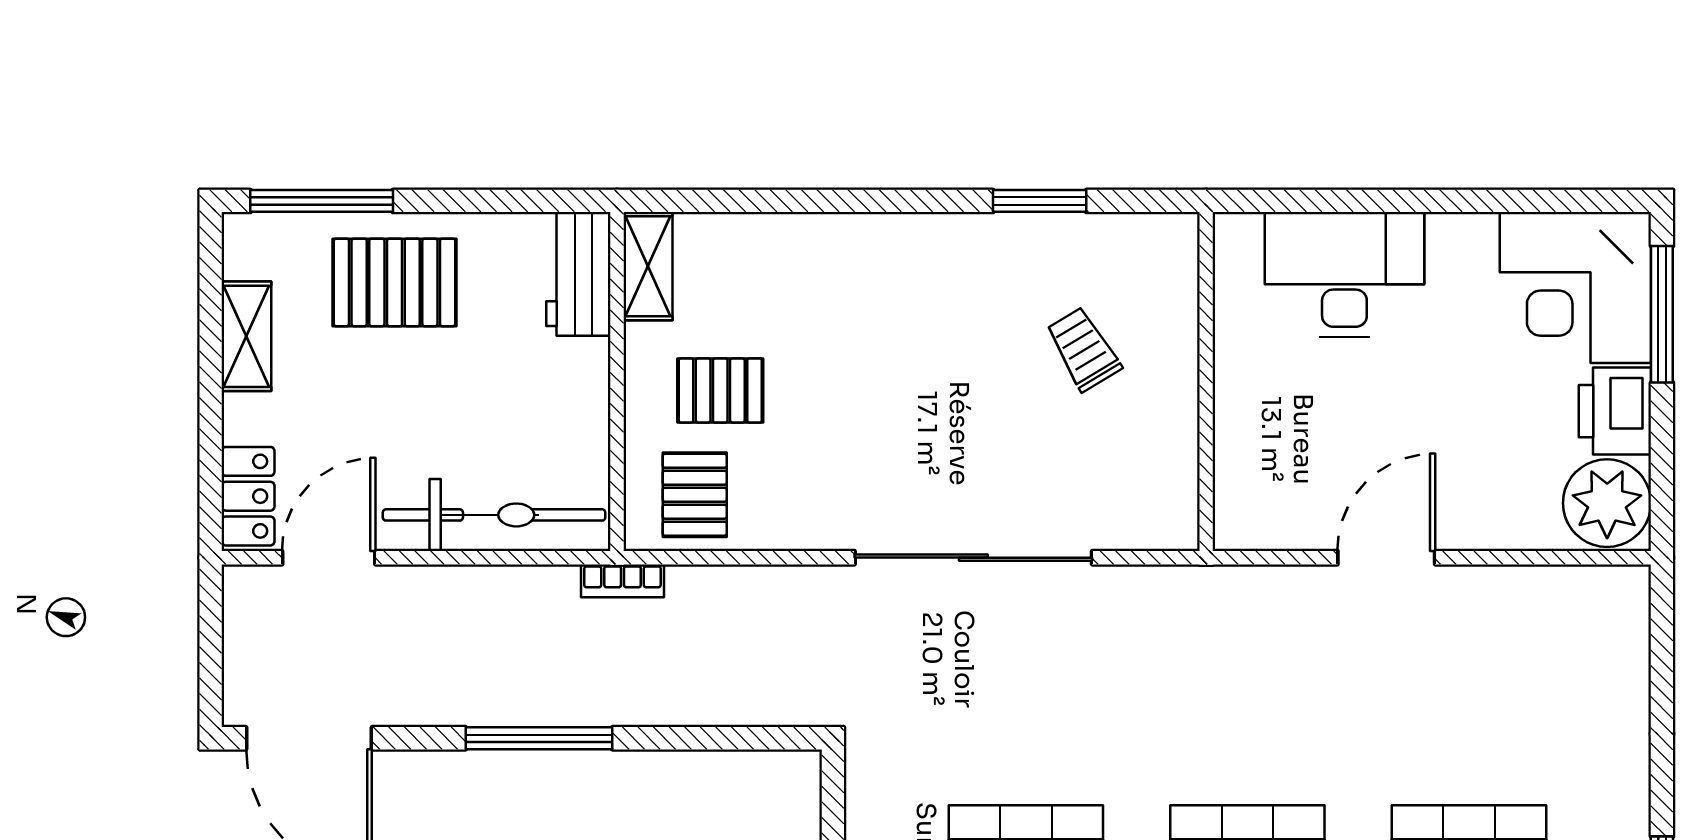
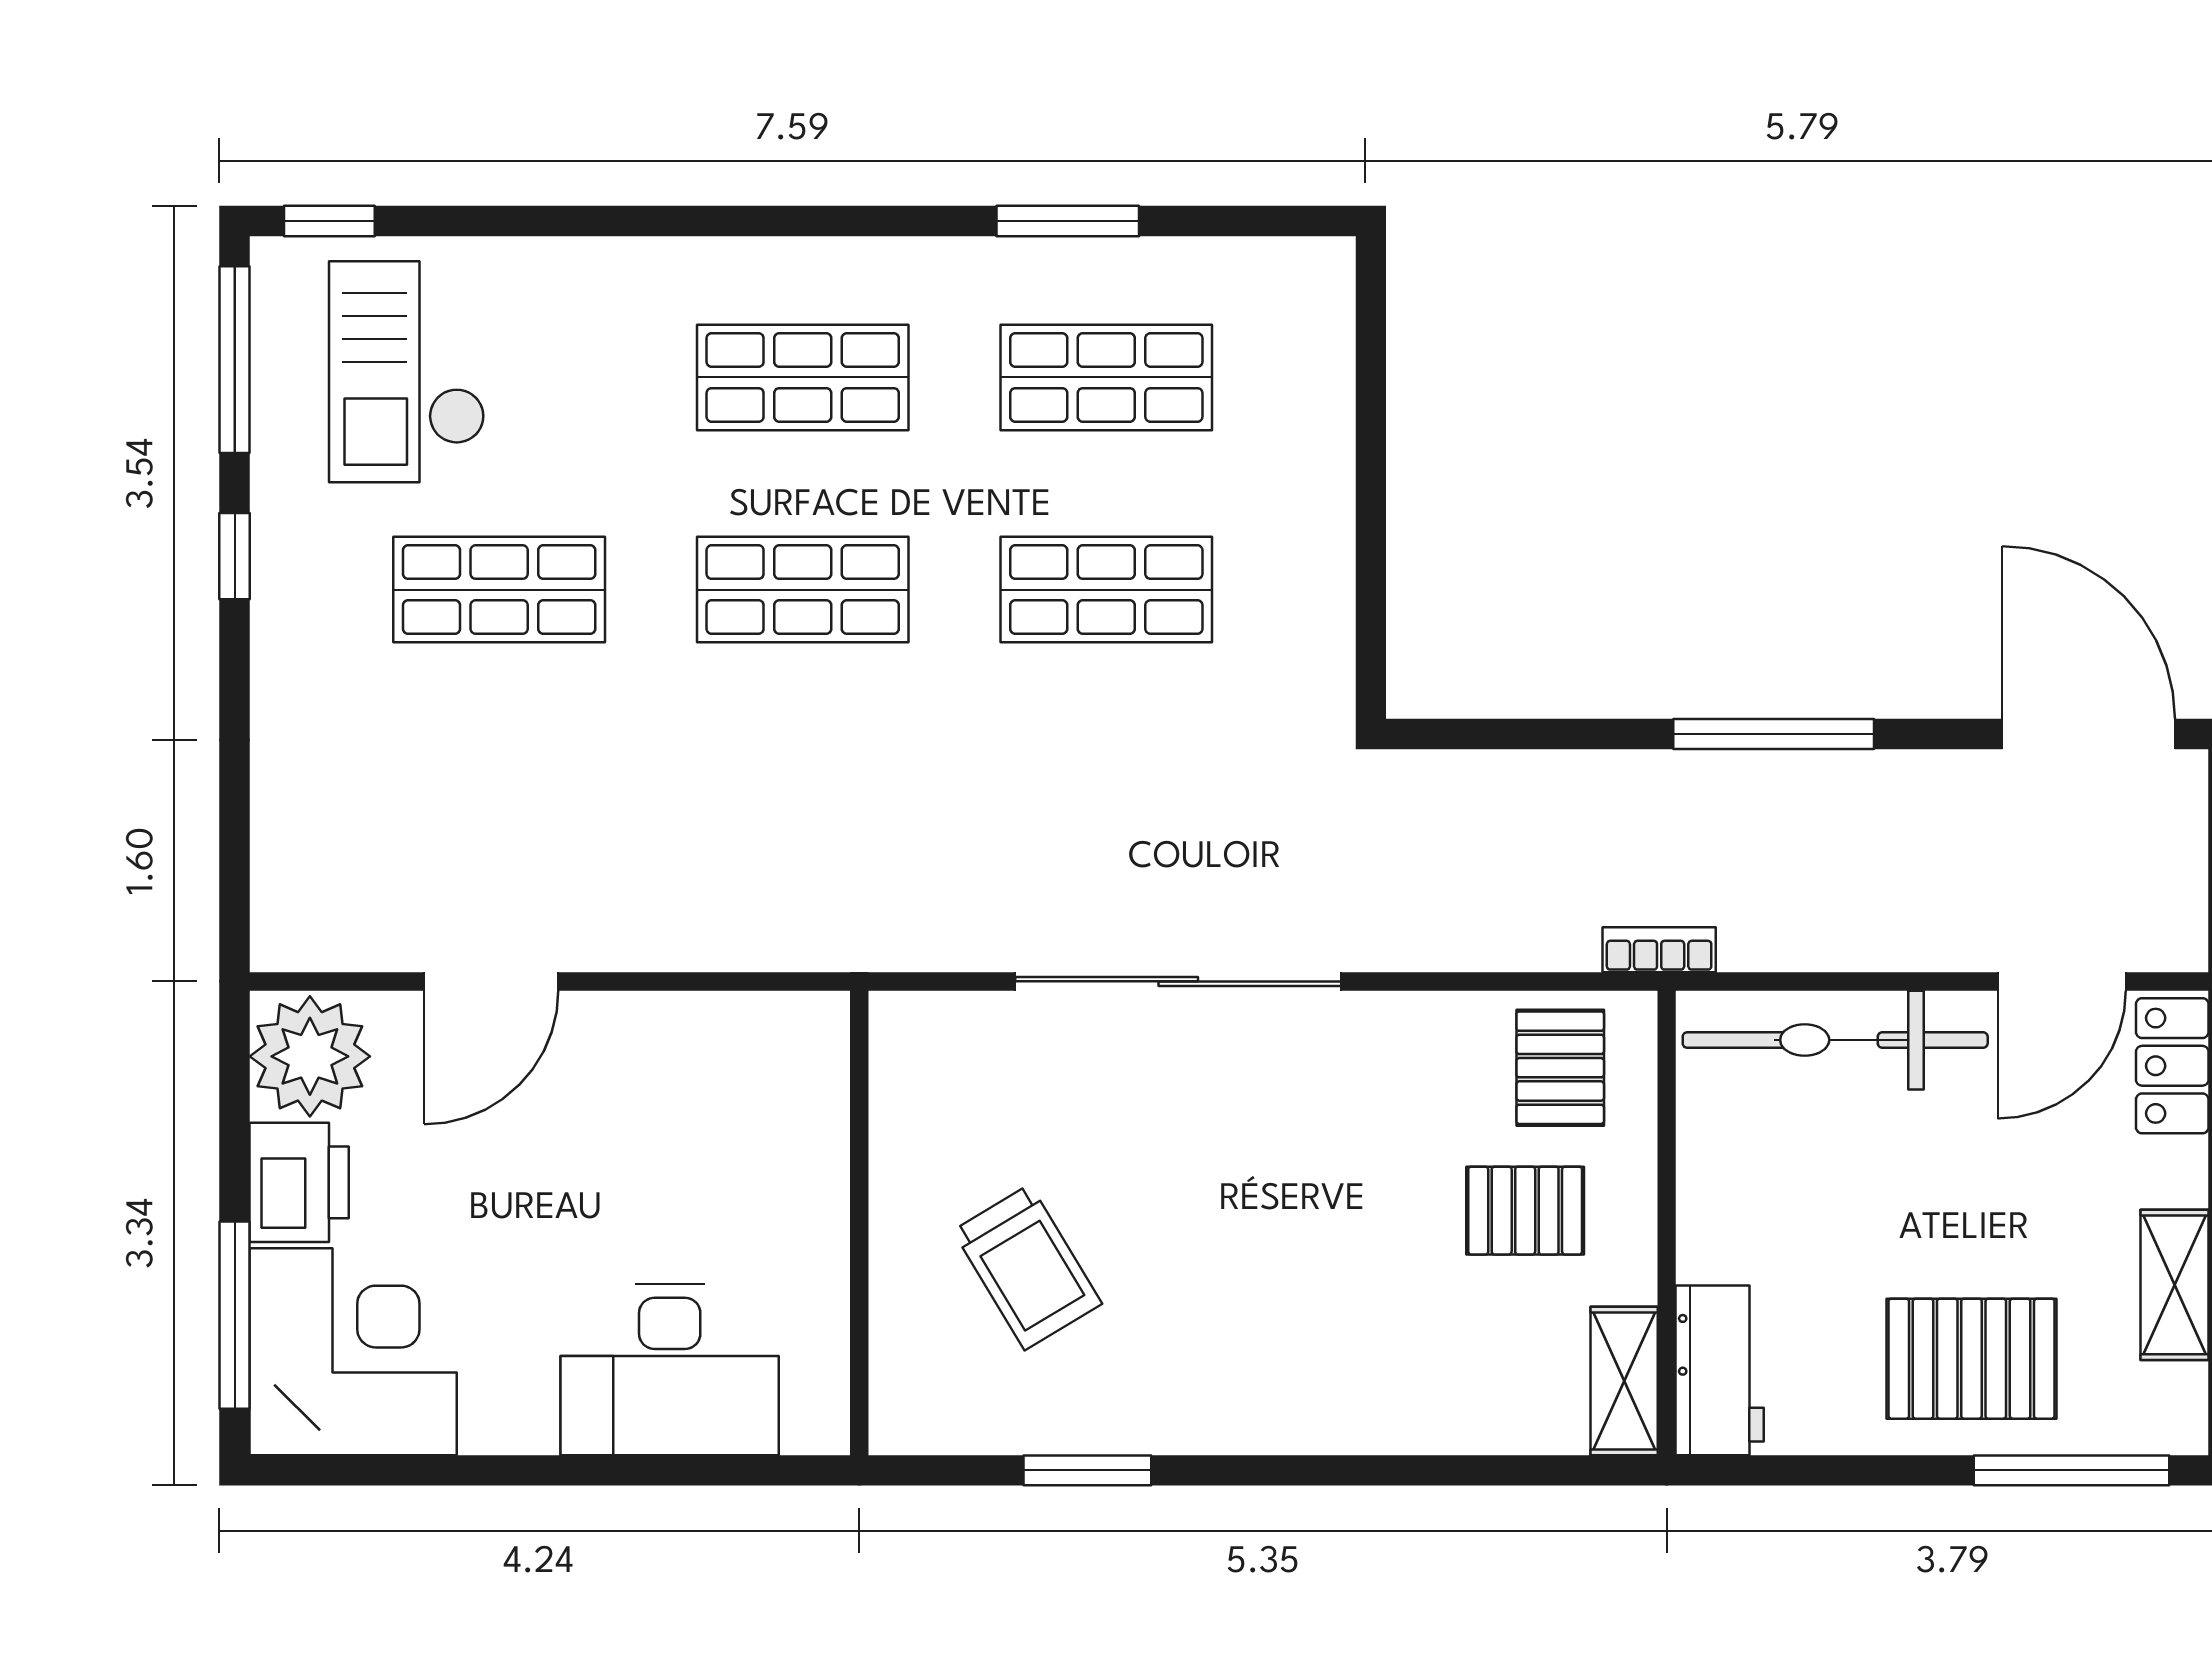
trolley: (1084, 349) -> (1027, 1267), width x1.36, depth x1.39
door: (1386, 558) -> (491, 981), moved

